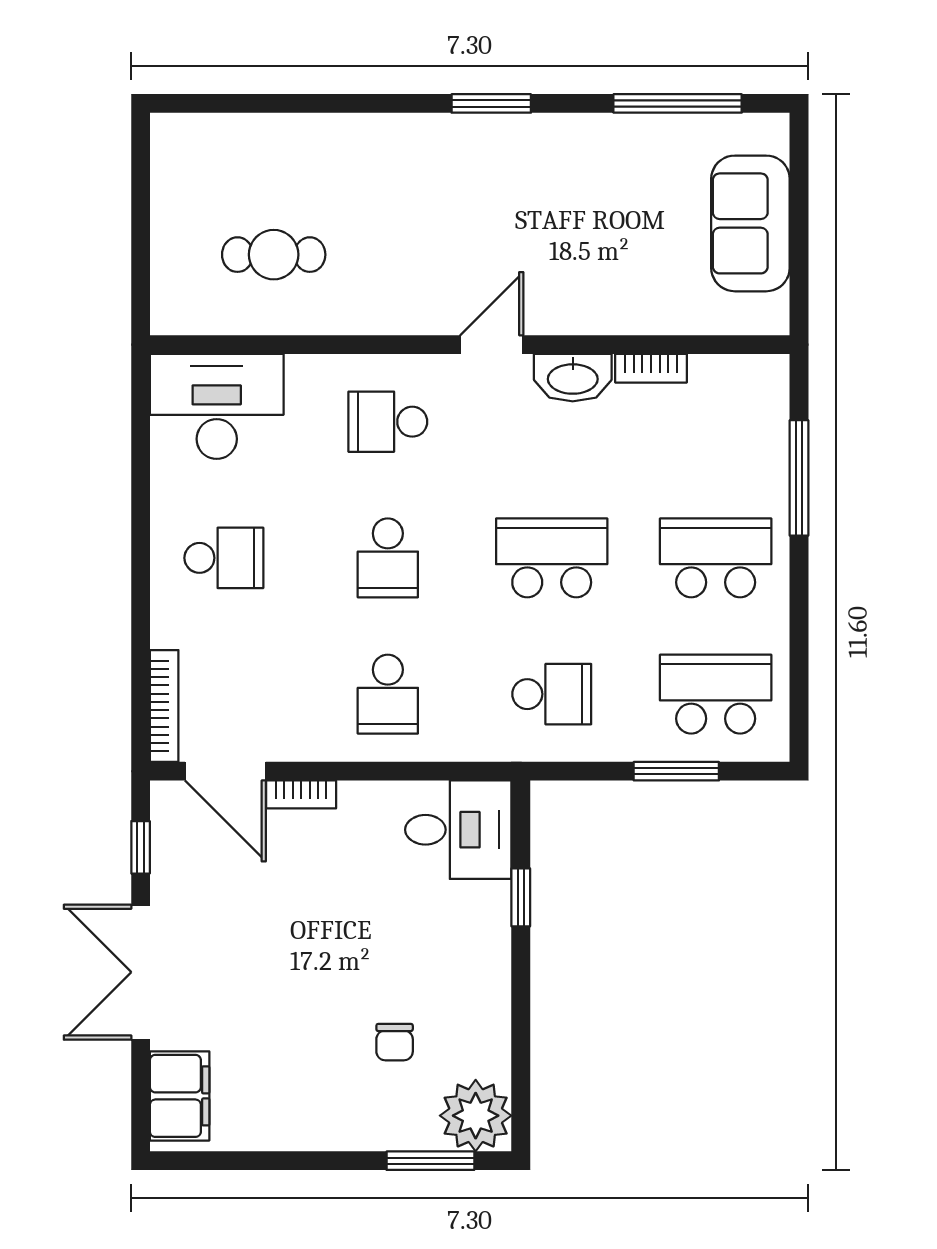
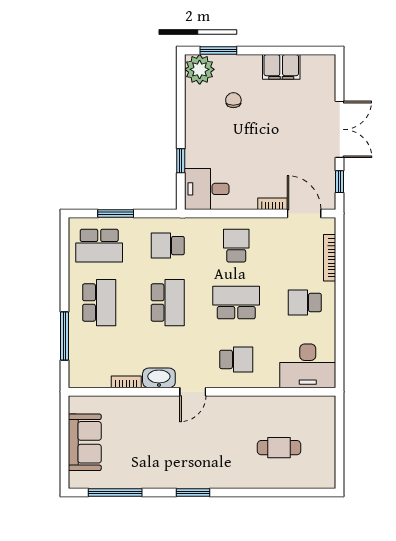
cafe table: (274, 255) -> (279, 448), moved
school desk: (388, 558) -> (236, 303), width x1.85
school desk: (552, 558) -> (168, 303), turned -90
school desk: (716, 558) -> (99, 303), turned -90
bookcase: (164, 706) -> (330, 258), moved
filing cabinet: (180, 1096) -> (281, 67), moved, turned -90

